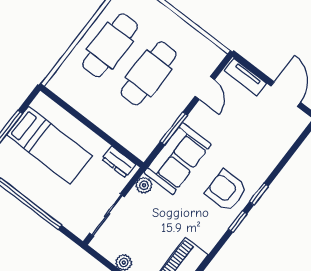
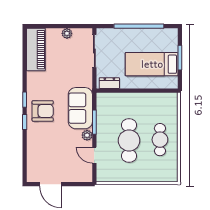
cafe table: (110, 45) -> (160, 140), width x0.73, depth x0.74
tv unit: (245, 77) -> (78, 177), removed
plant: (144, 185) -> (87, 135), moved

